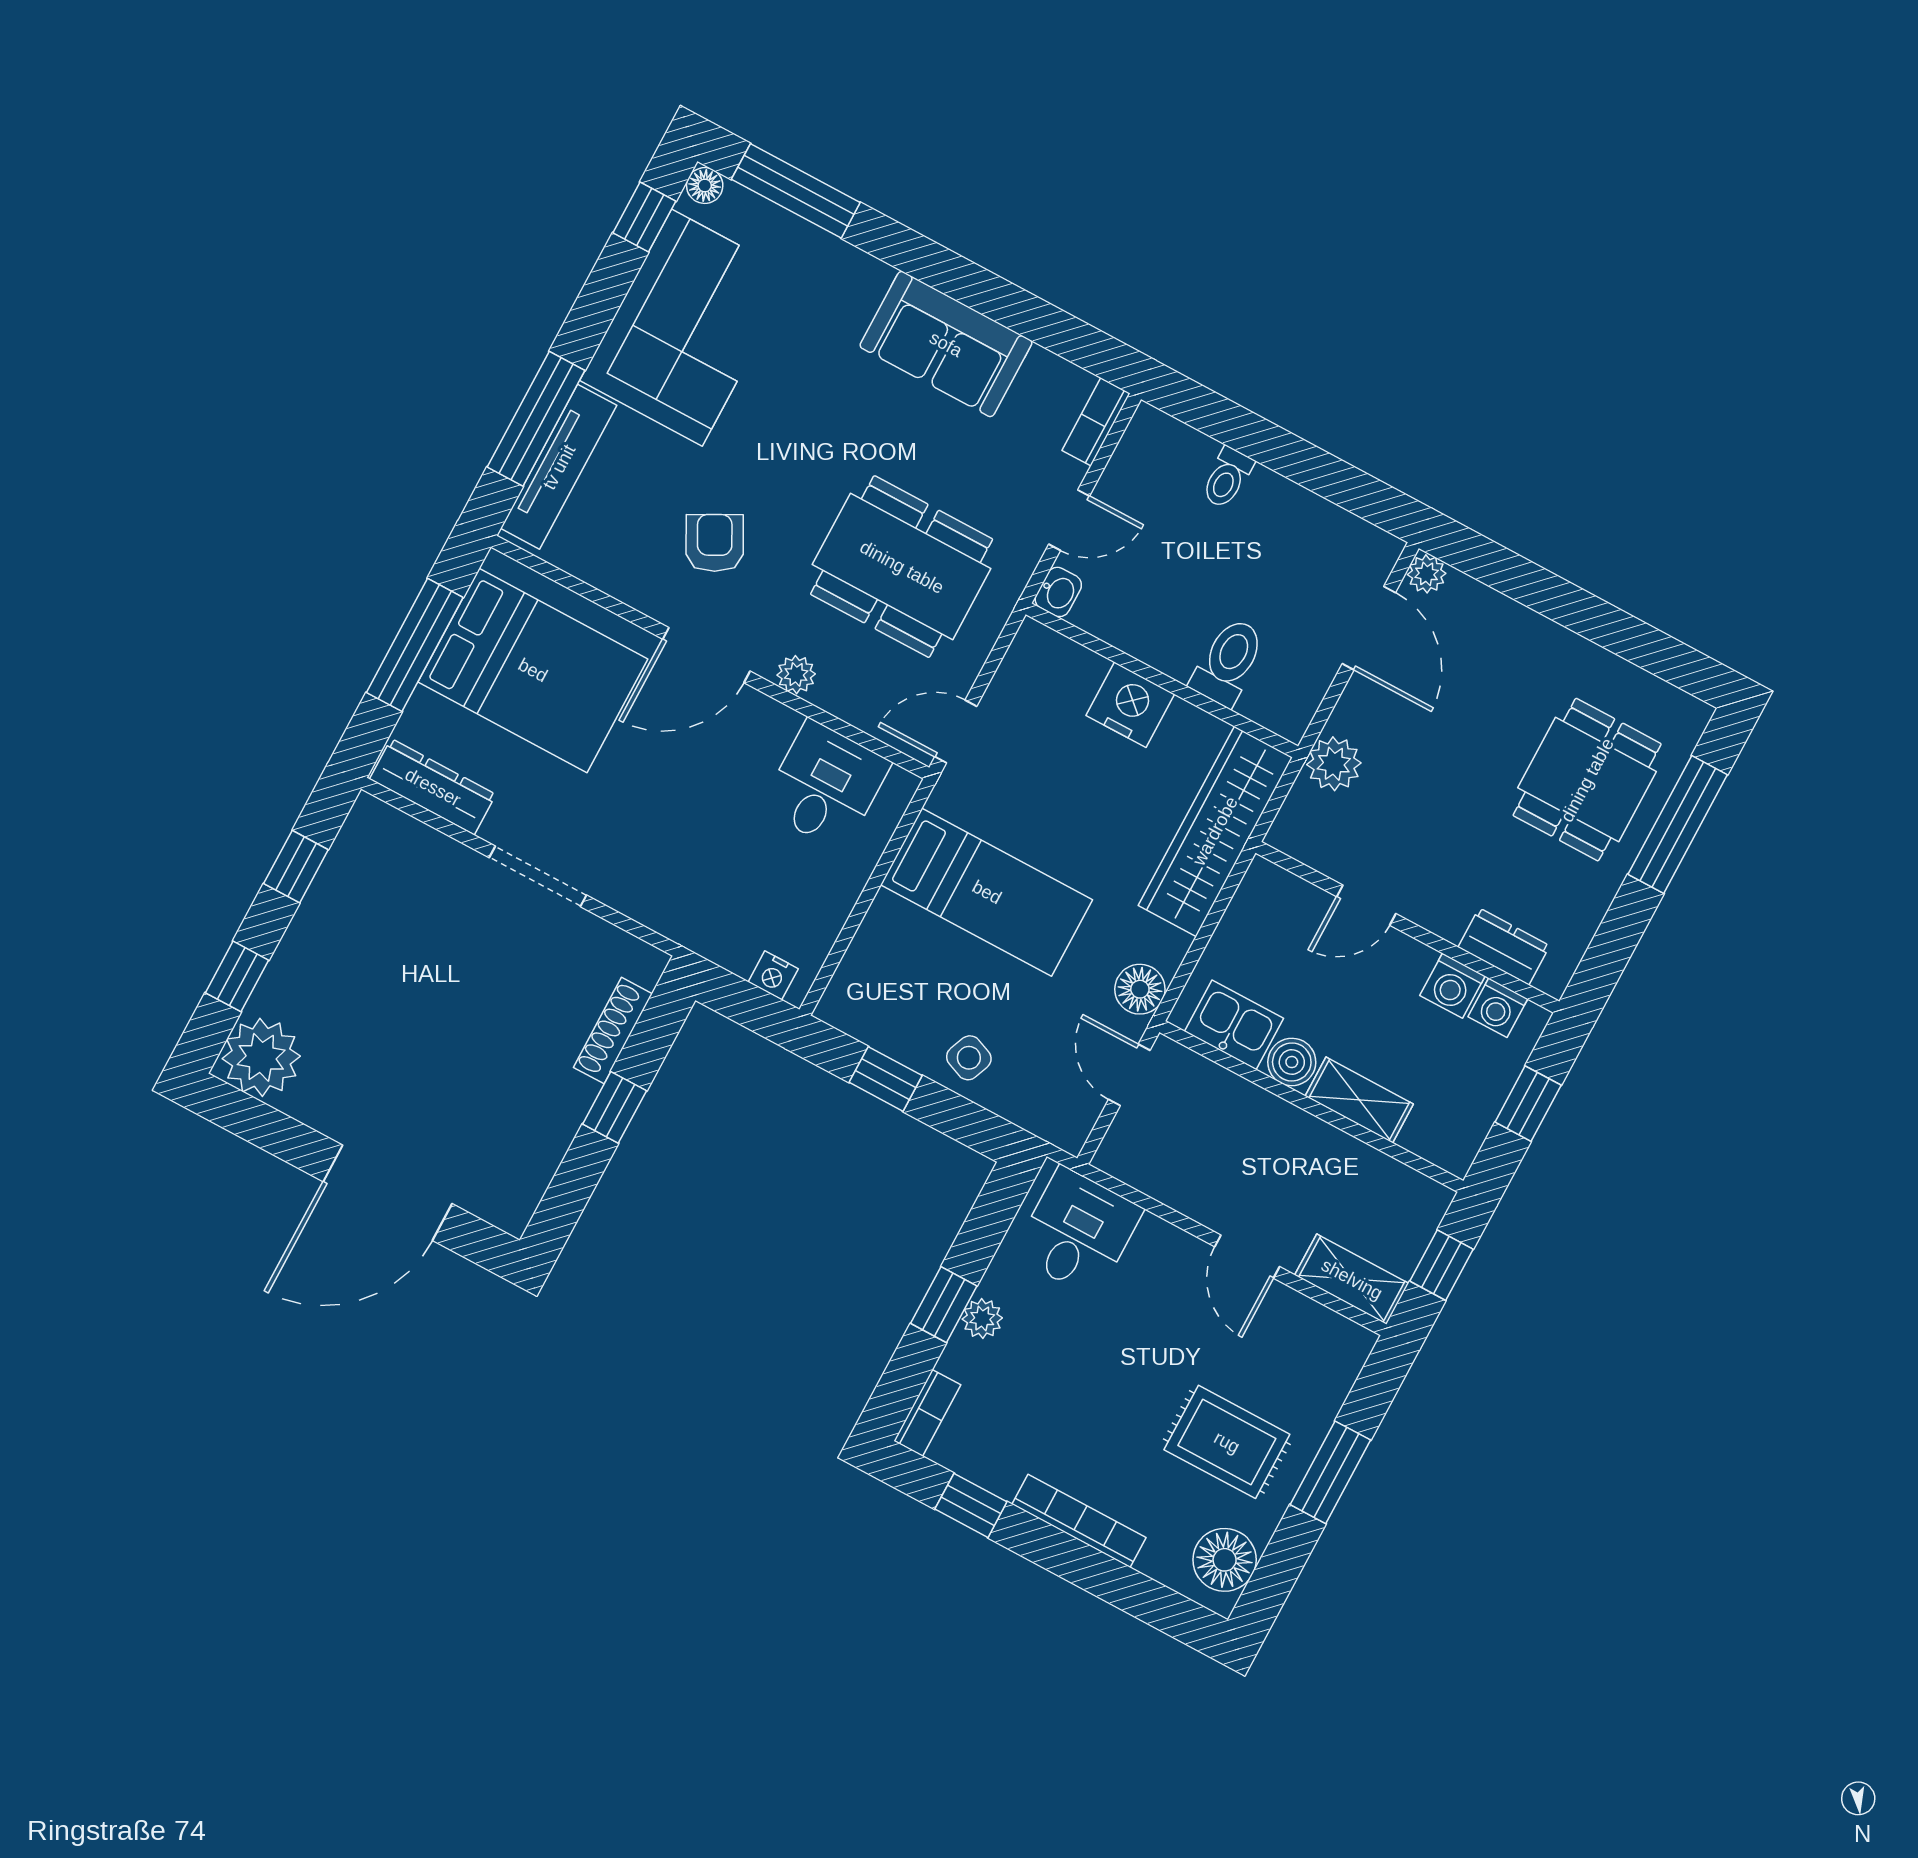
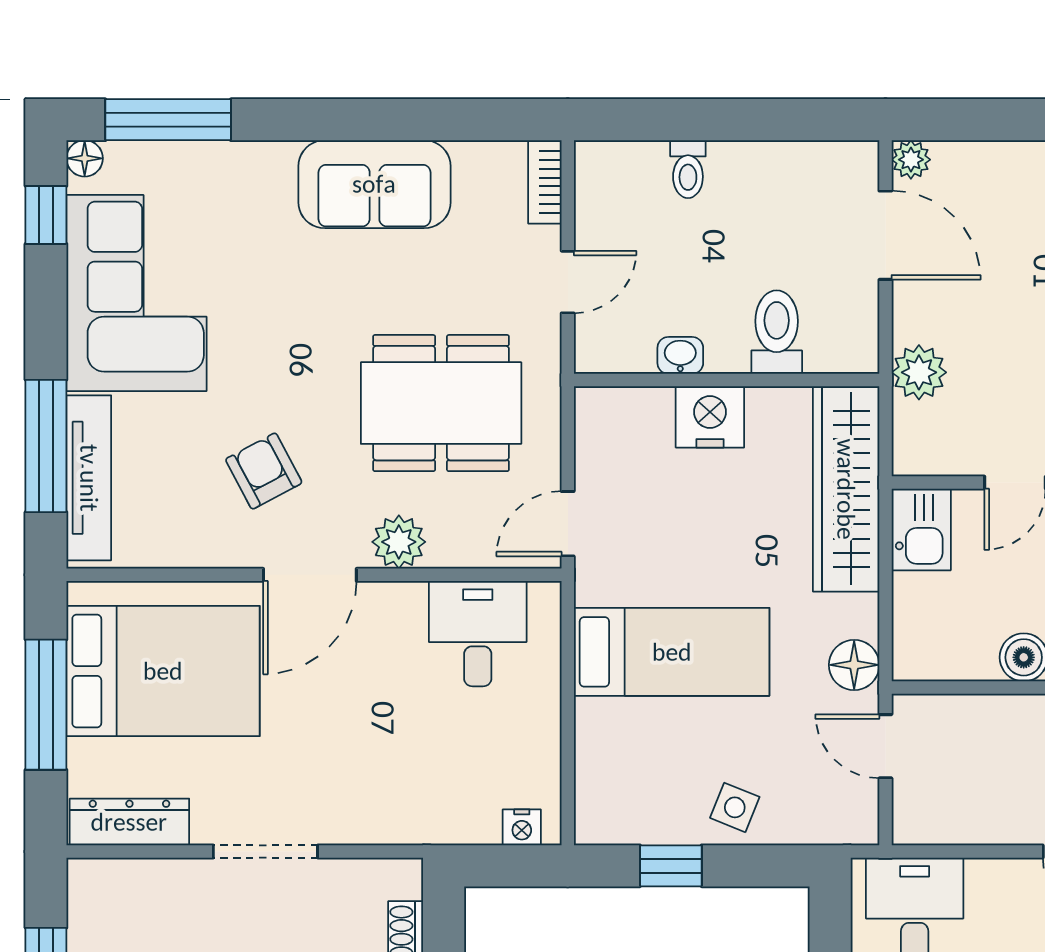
washbasin: (1058, 592) -> (680, 355), moved, turned -90
plant: (796, 675) -> (399, 542), width x1.38, depth x1.38
kitchen sink: (1234, 1025) -> (921, 530), moved, turned 90

